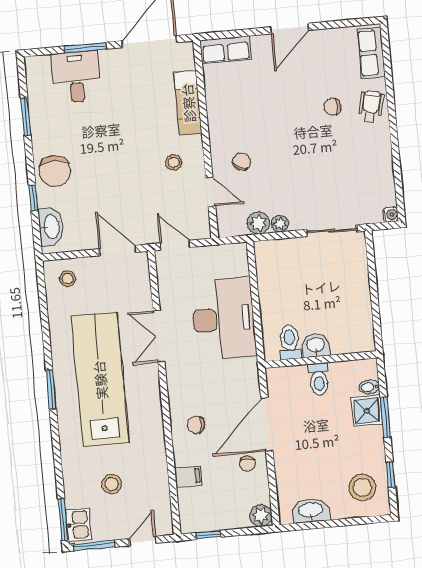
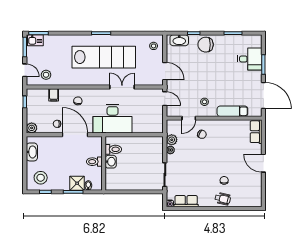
row of seats: (371, 53) -> (186, 201), moved
door: (175, 245) -> (165, 99), hinge flipped
door: (118, 251) -> (165, 71), hinge flipped
desk: (224, 319) -> (113, 119), moved
stool: (112, 484) -> (46, 75), moved

